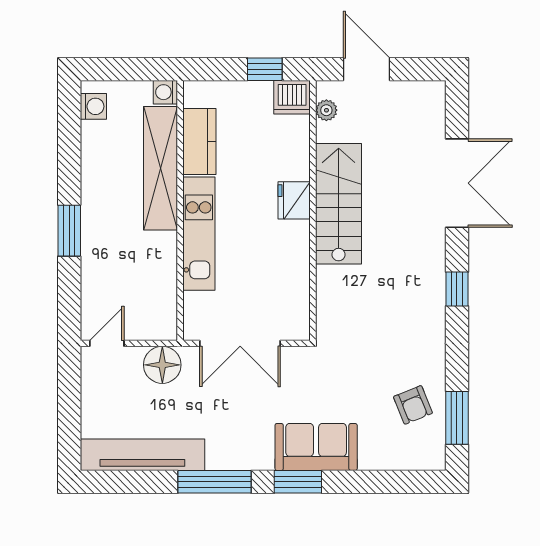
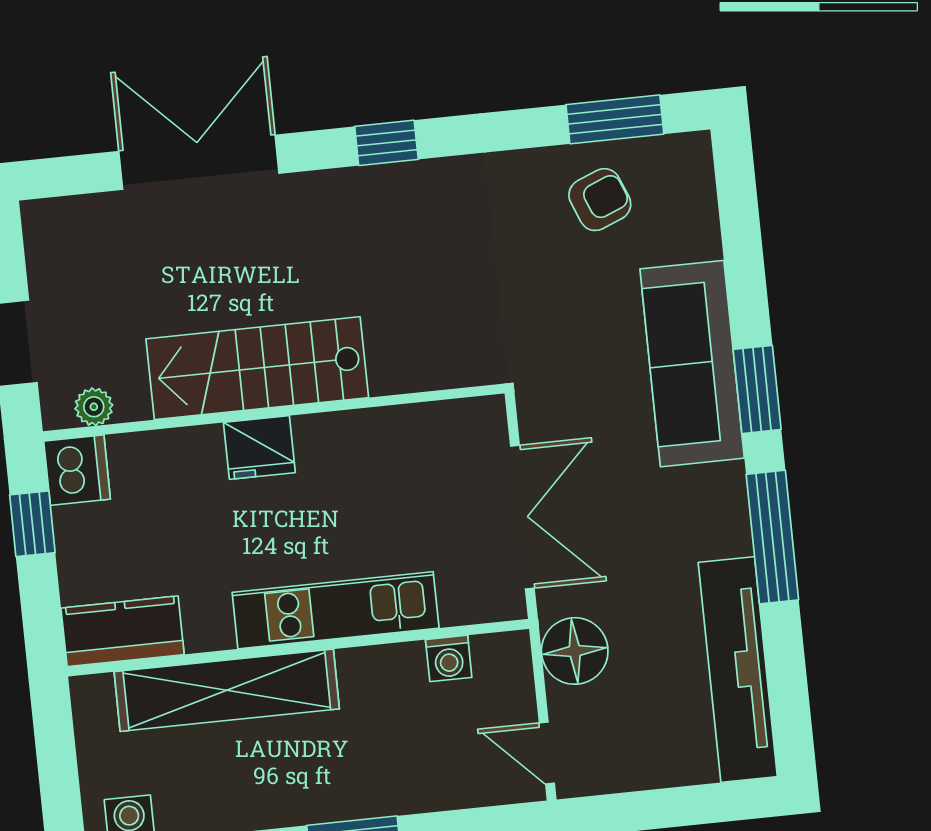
washing machine: (165, 92) -> (449, 658), moved
kitchen counter: (199, 141) -> (123, 631), moved
sofa: (316, 447) -> (692, 364), width x1.36

